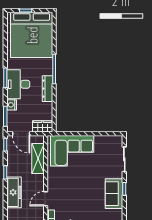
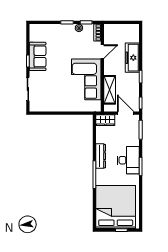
nightstand: (12, 105) -> (135, 141), removed
corner sofa: (72, 151) -> (86, 79), moved, turned -90

